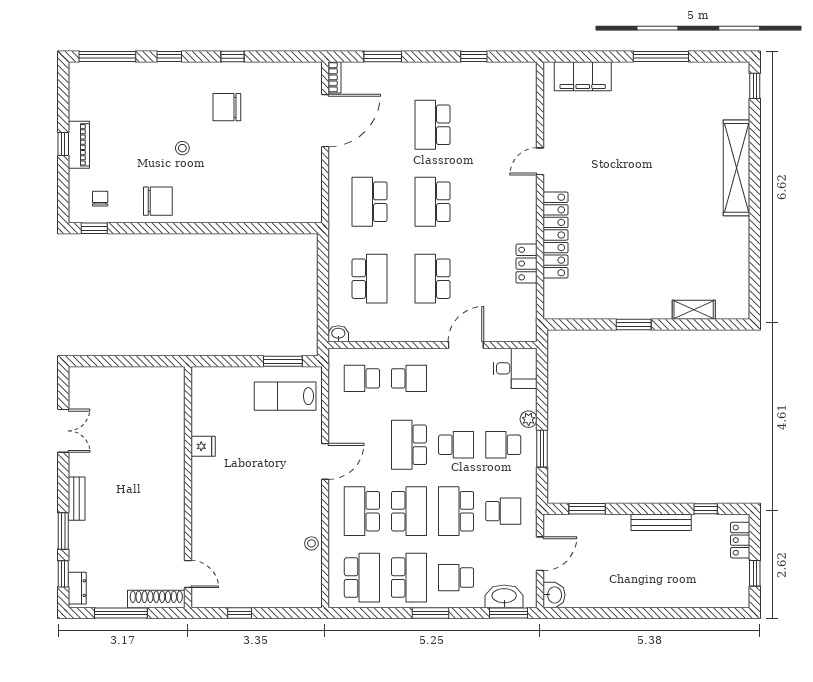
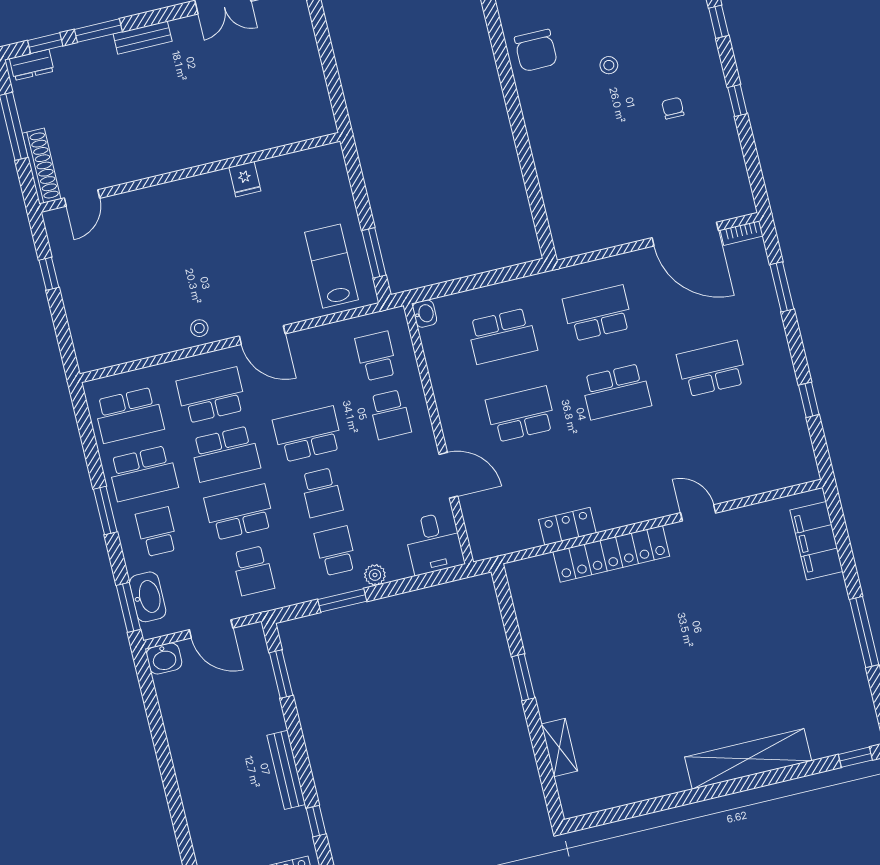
chair: (227, 107) -> (673, 108), width x0.54, depth x0.54
school desk: (433, 202) -> (616, 391), turned 180
stool: (311, 543) -> (199, 328), moved

